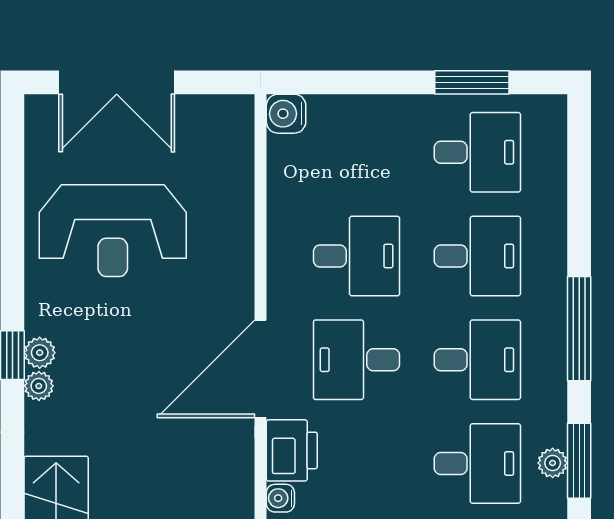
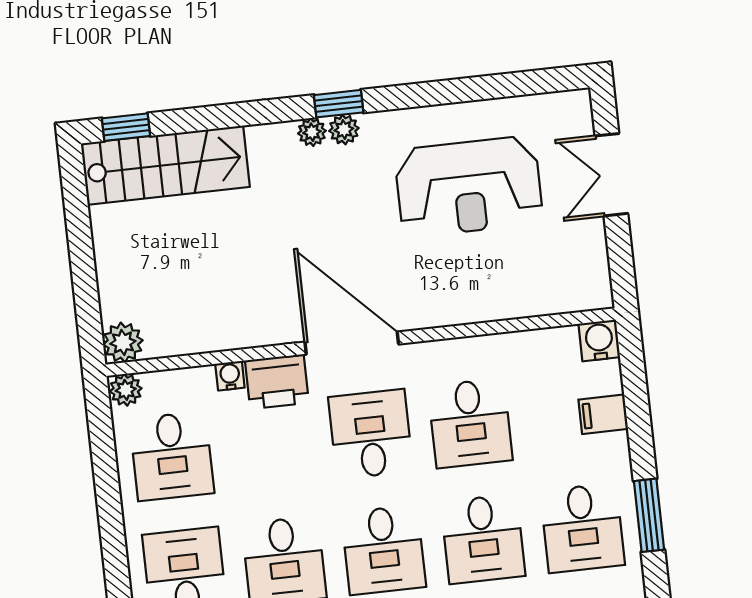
double door: (117, 82) -> (611, 175), width x0.73
filing cabinet: (363, 118) -> (603, 414), added
reception desk: (113, 231) -> (469, 187), turned -90

